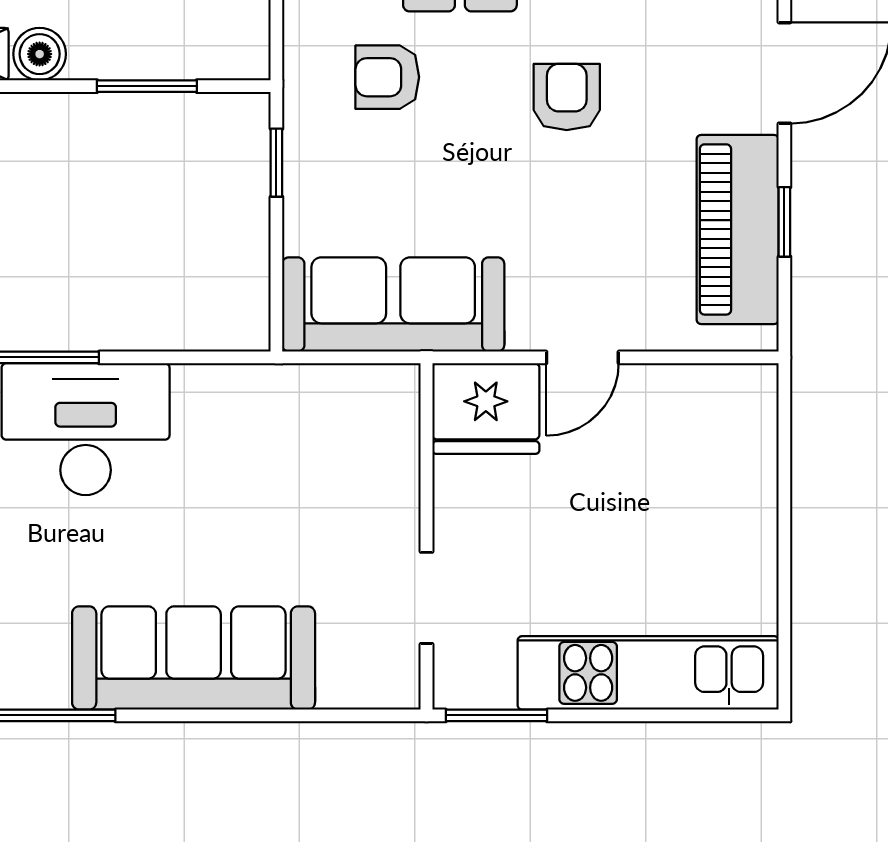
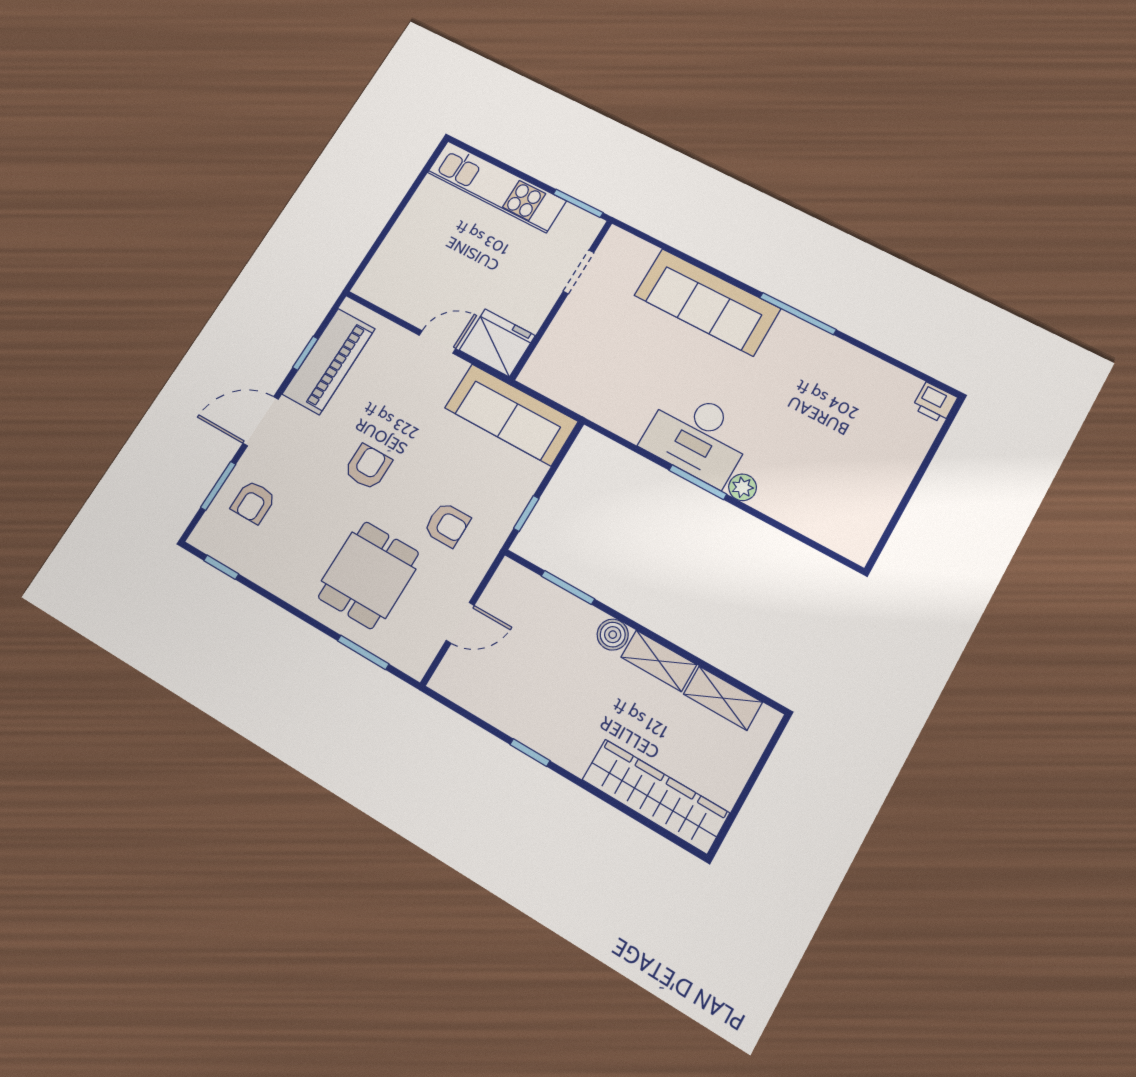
armchair: (567, 97) -> (368, 467), turned 180

